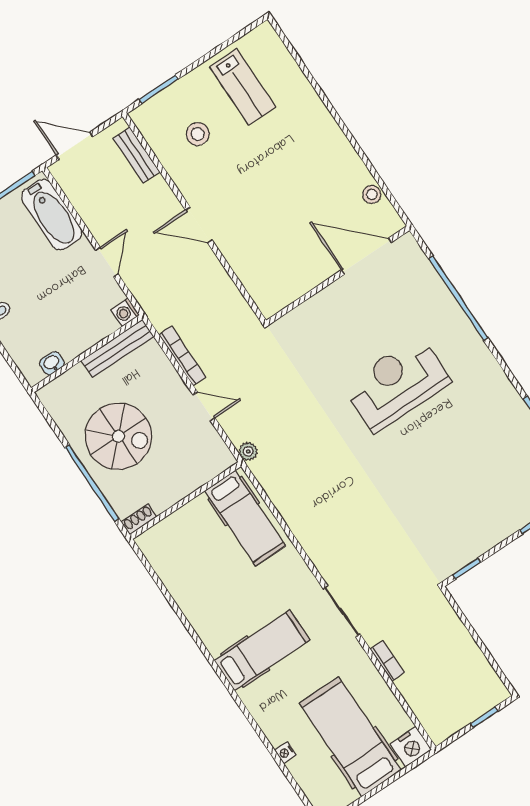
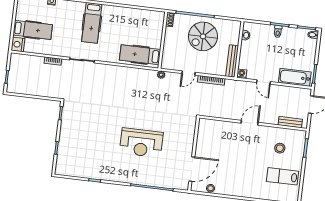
reception desk: (397, 384) -> (141, 143), turned 90
hospital bed: (350, 737) -> (33, 30), width x0.73, depth x0.78

